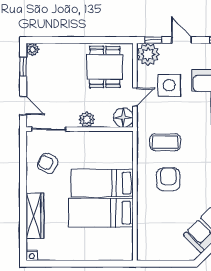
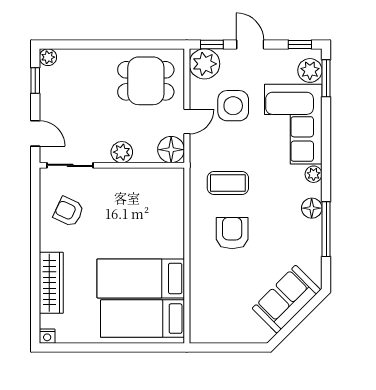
dining table: (105, 67) -> (146, 81), turned 90
bed: (102, 183) -> (142, 319), moved

